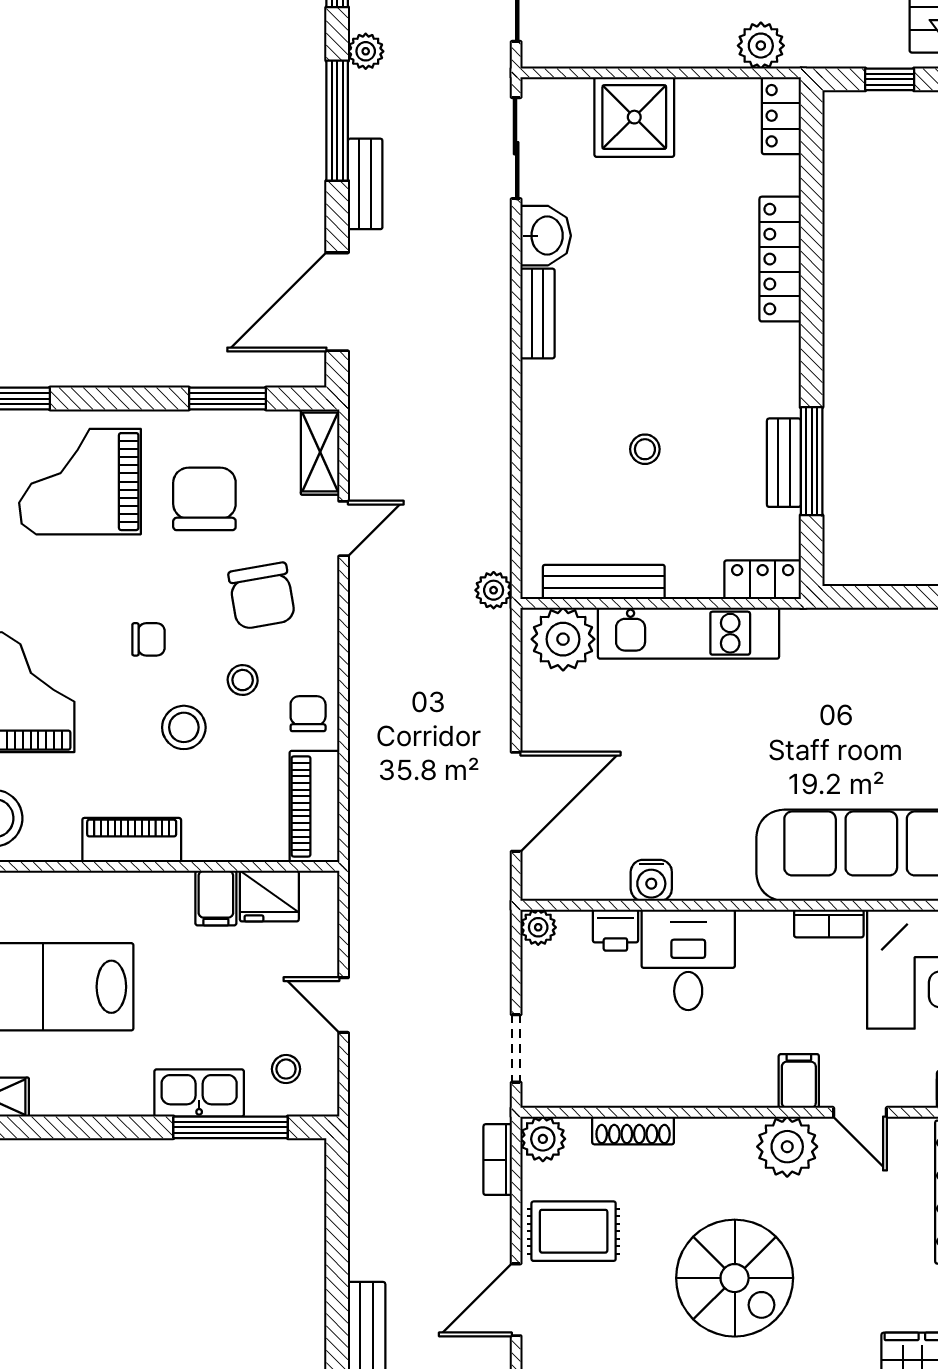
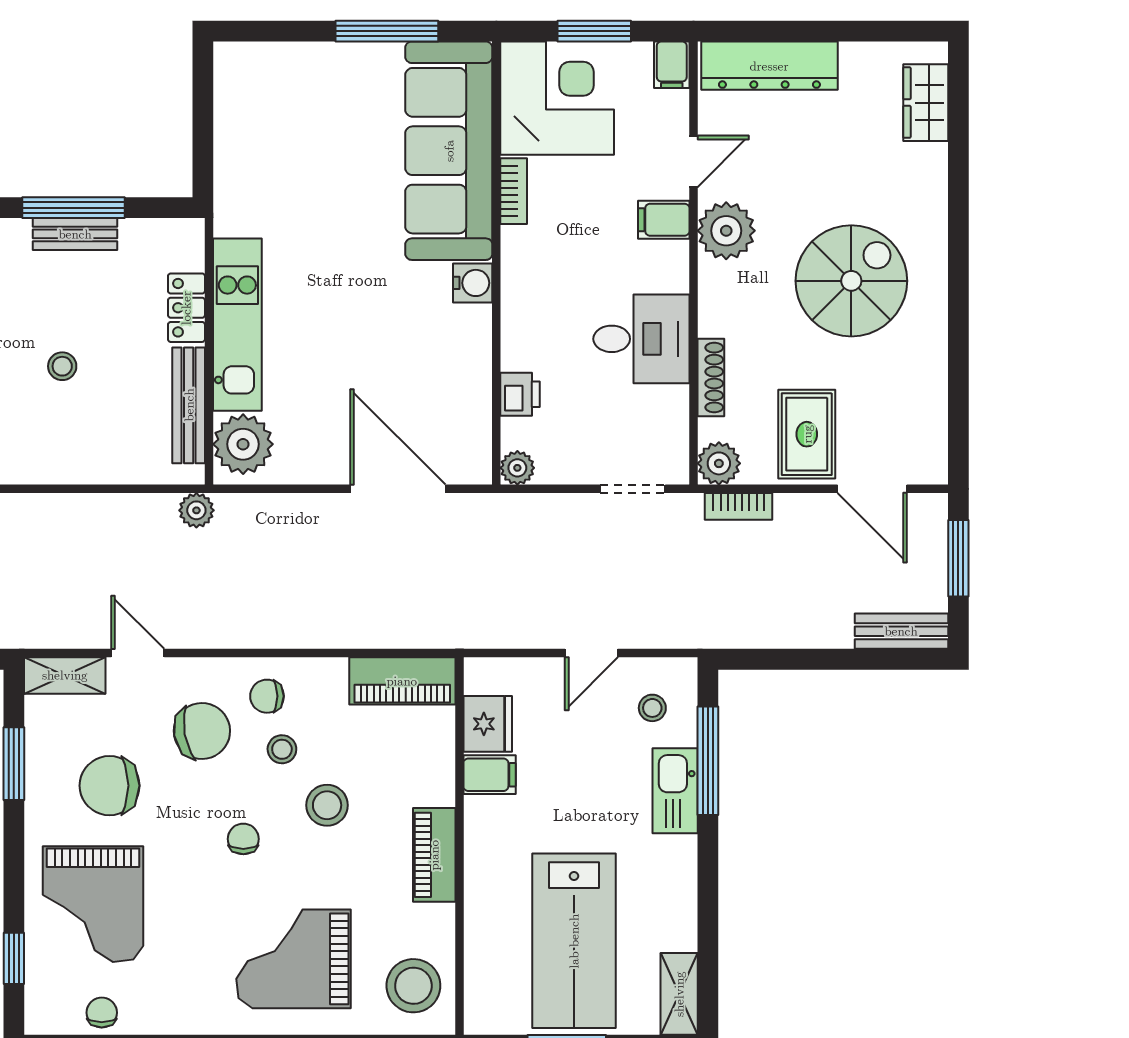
locker: (763, 580) -> (186, 308), moved
chair: (308, 714) -> (267, 696), moved
water cooler: (651, 880) -> (473, 283), moved
desk: (688, 960) -> (641, 339), moved, turned 180

